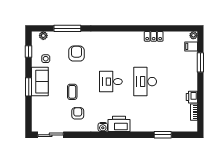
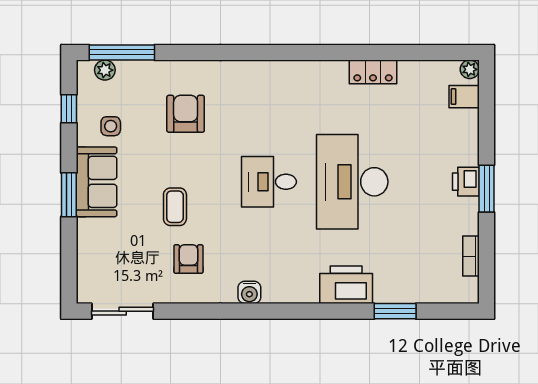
window: (67, 28) -> (122, 52), moved
window: (200, 62) -> (487, 189), moved
desk: (145, 82) -> (352, 182), width x1.36, depth x1.30
printer: (192, 97) -> (466, 182), moved
printer: (119, 124) -> (346, 285), moved

